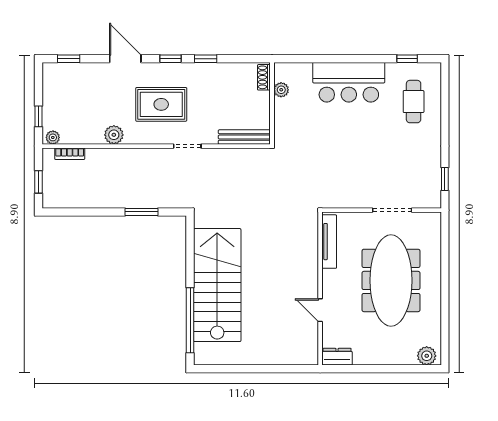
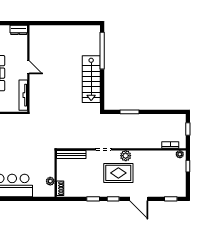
plant: (114, 135) -> (126, 156), moved
stairs: (217, 285) -> (91, 79), width x0.73, depth x0.66
door: (320, 310) -> (28, 67), moved

